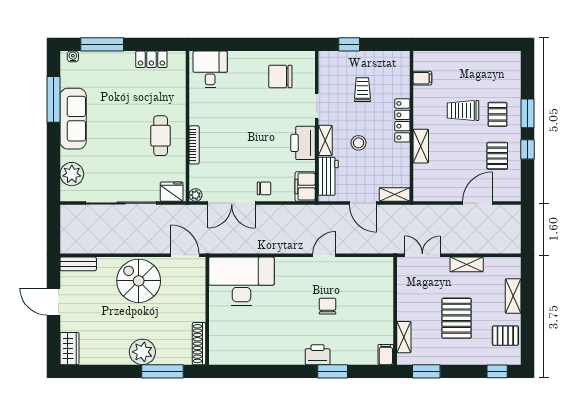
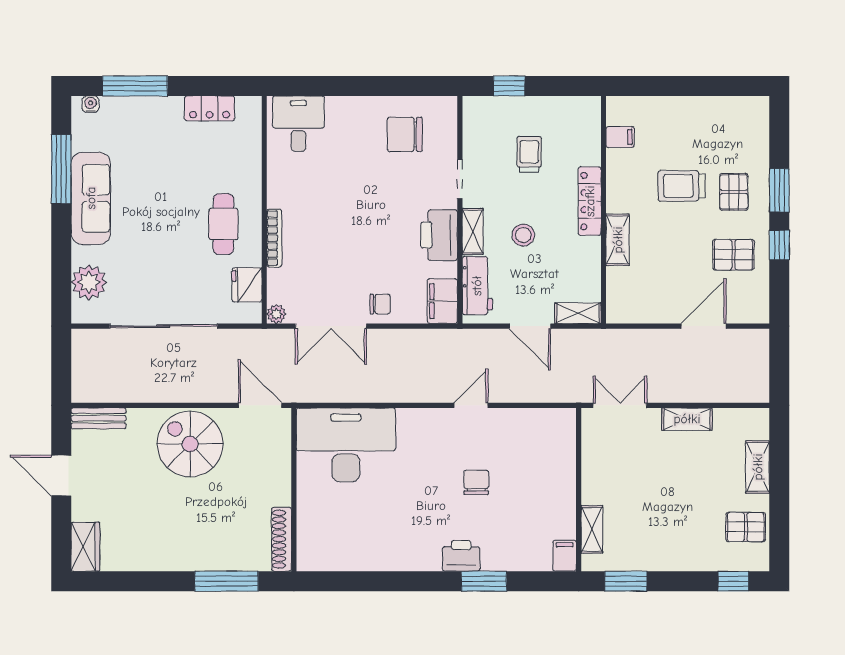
pallet: (497, 156) -> (733, 255), turned 90
fridge: (172, 192) -> (247, 285), moved, turned -90
pallet: (457, 318) -> (672, 501), removed
plant: (142, 352) -> (196, 552), removed

